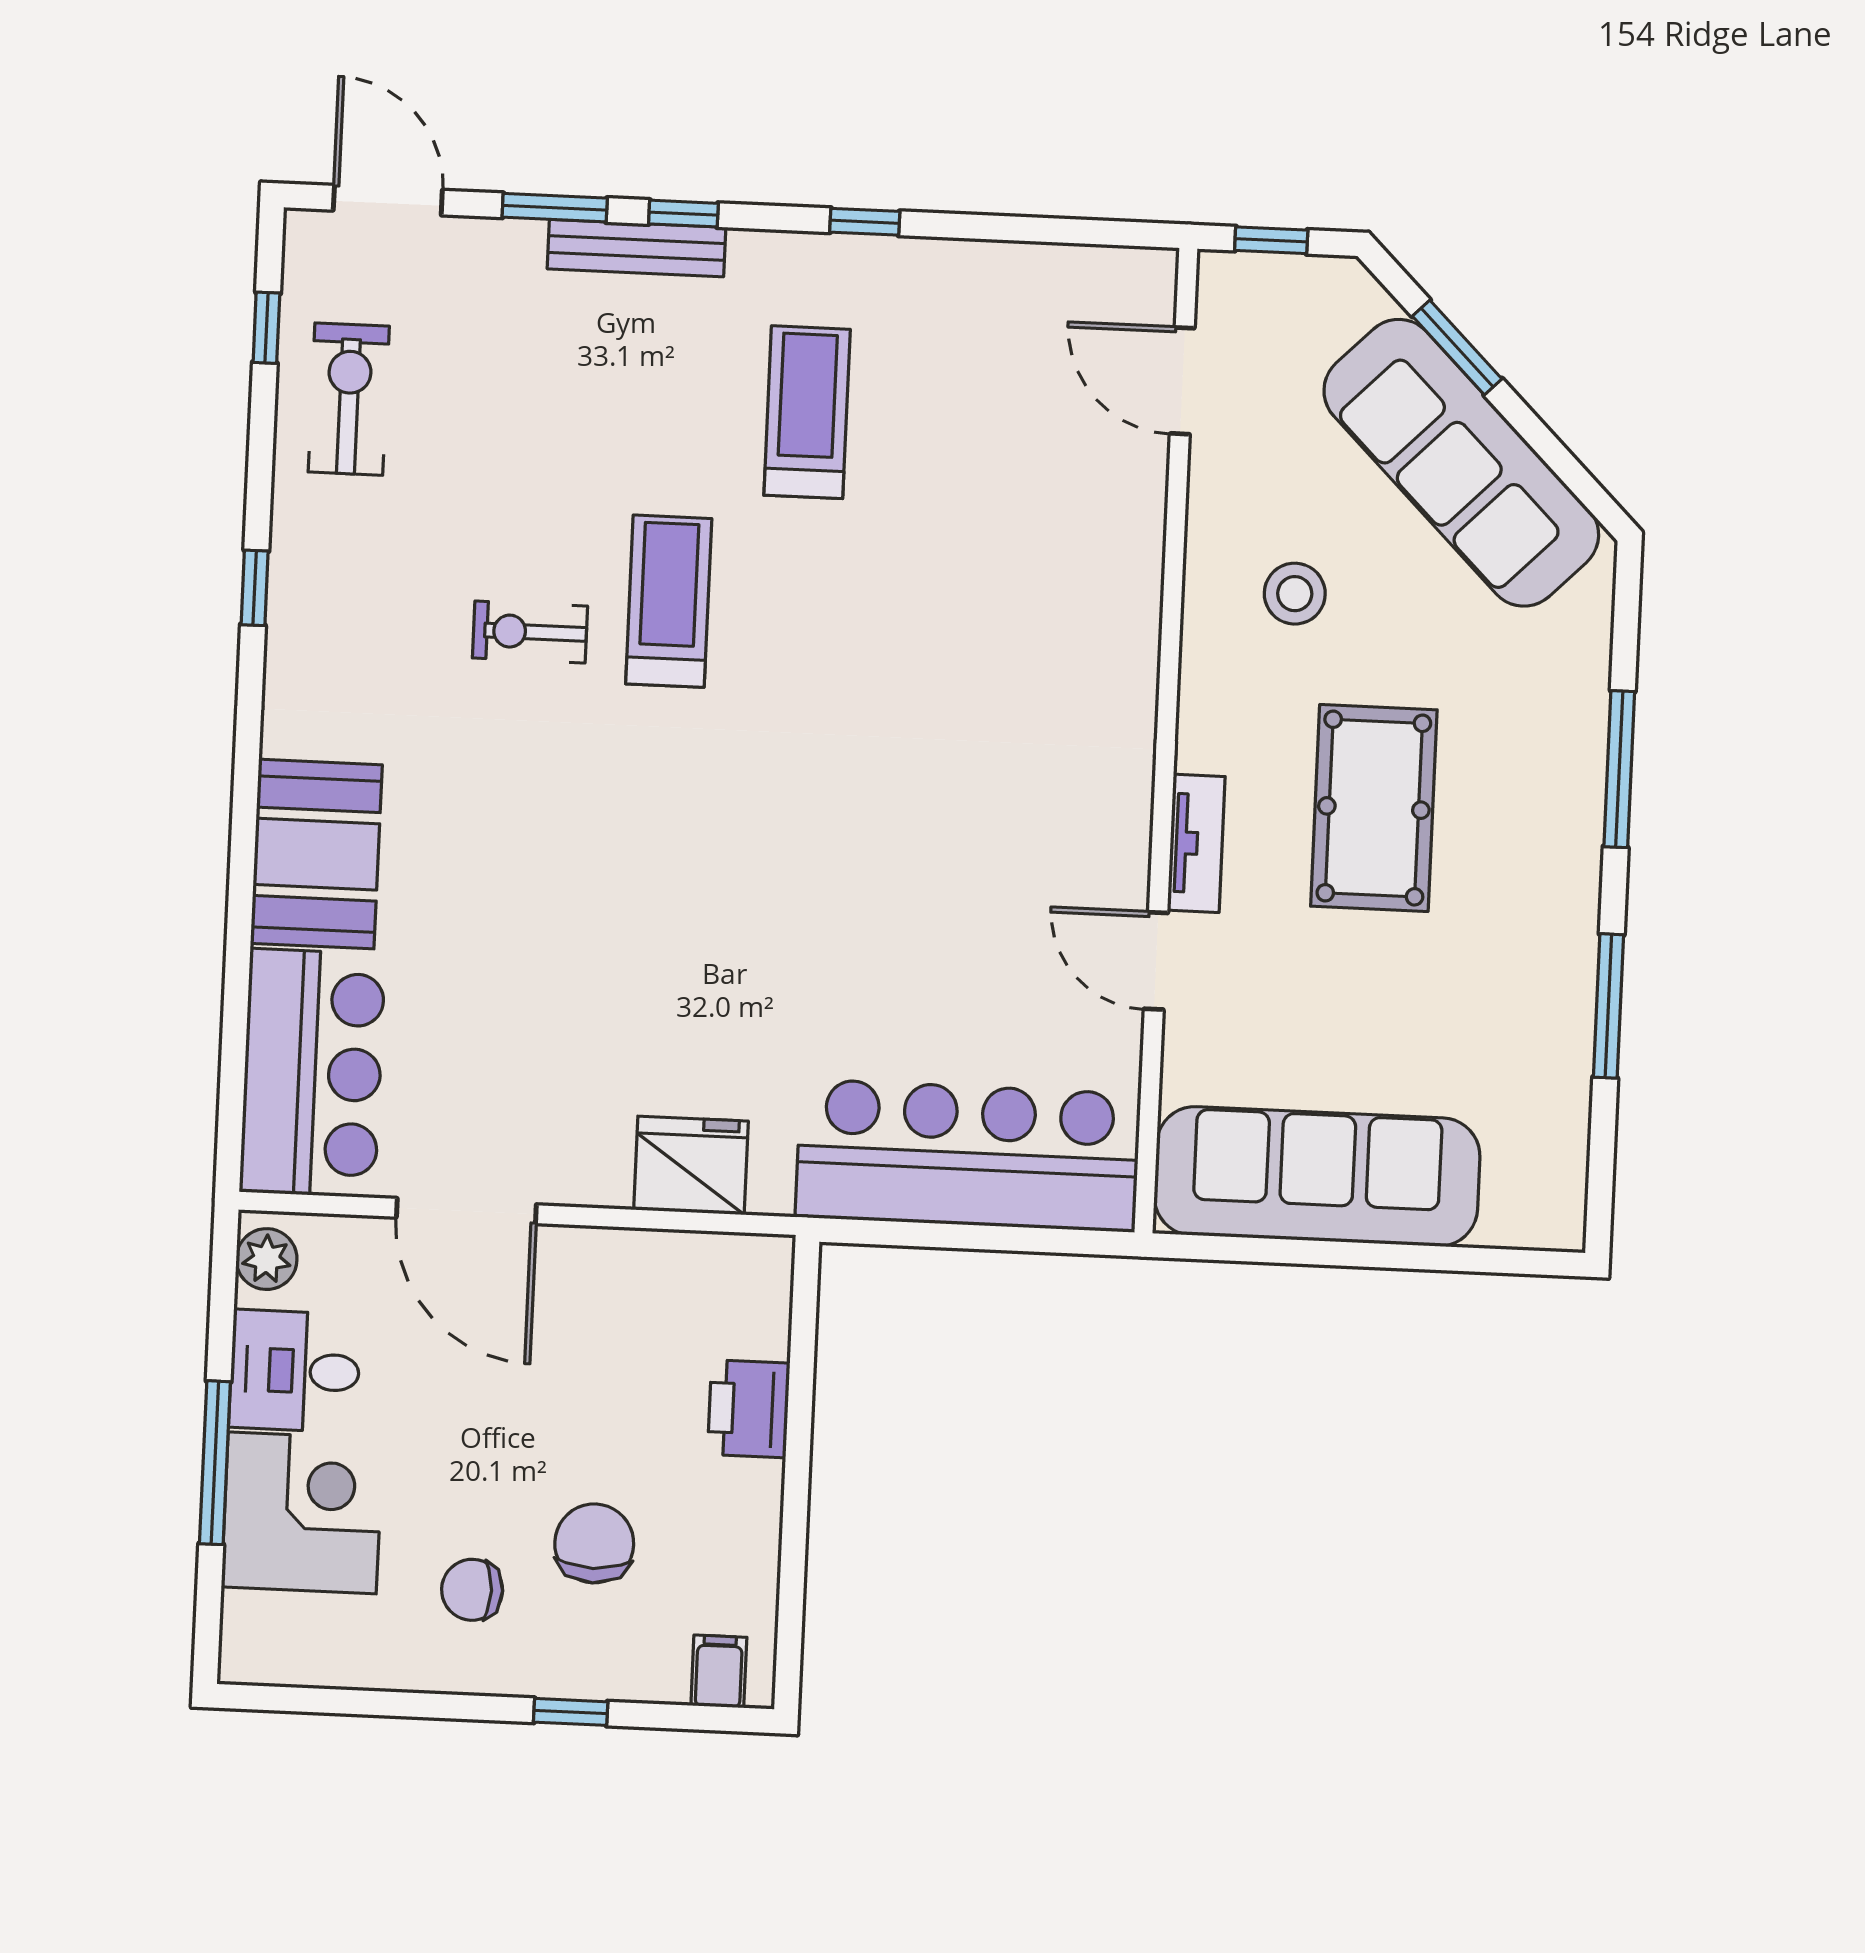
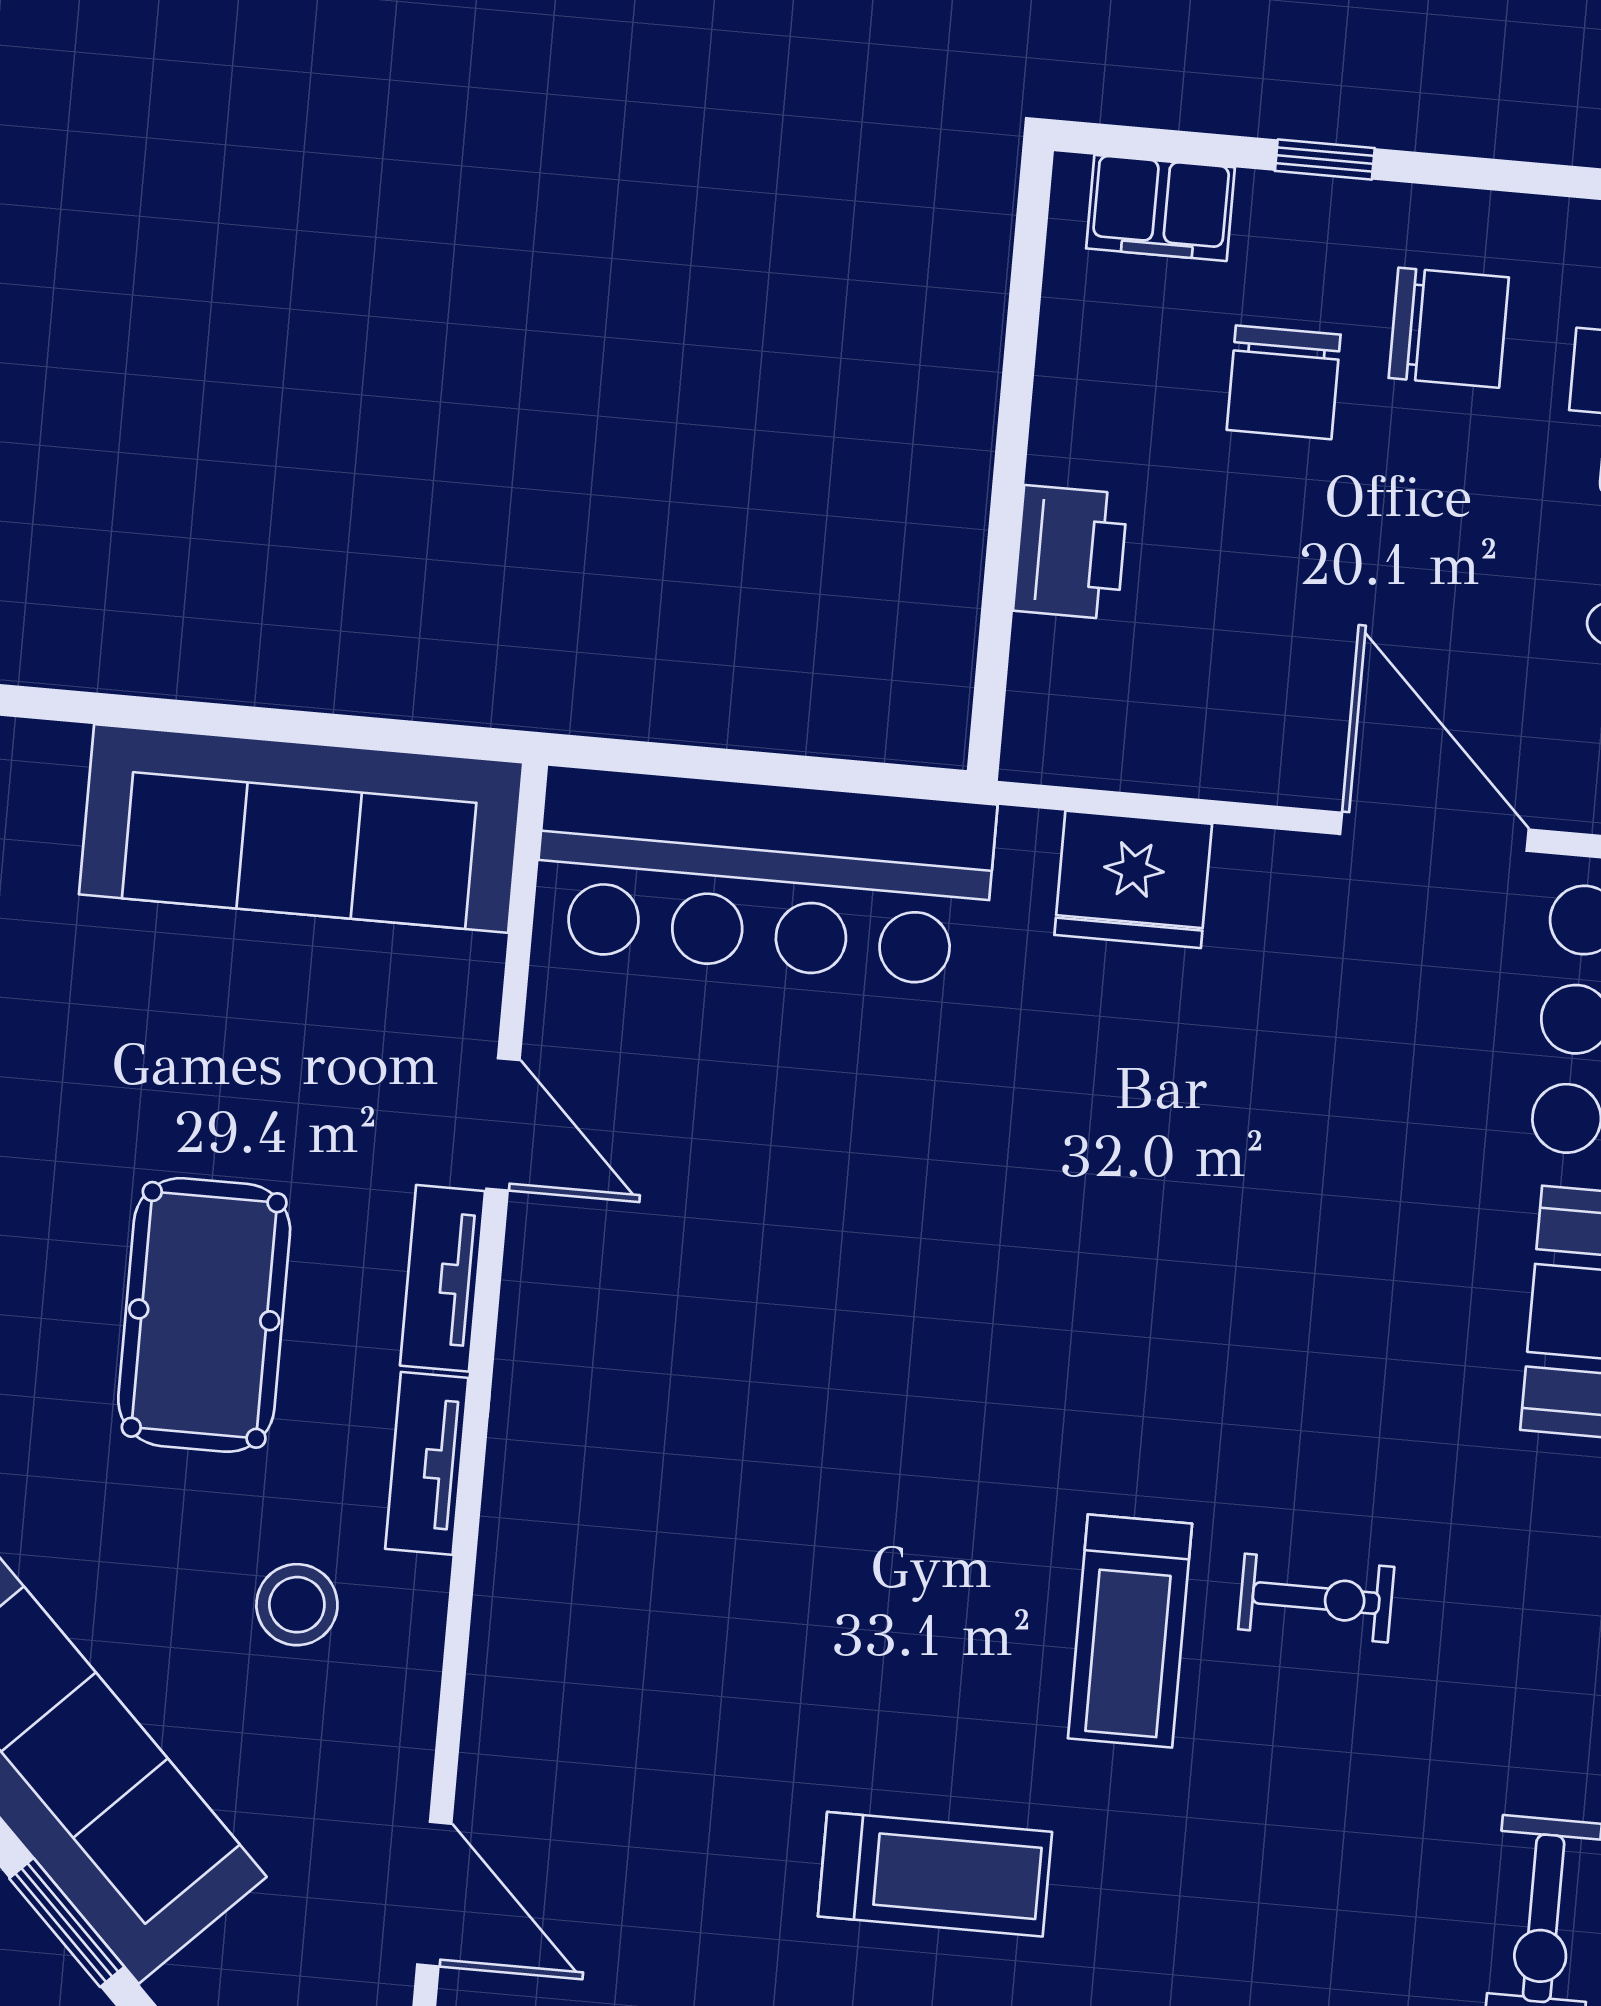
treadmill: (807, 412) -> (935, 1874), turned -90
tv unit: (1202, 704) -> (427, 1463), added
chair: (472, 1590) -> (1449, 328), width x1.37, depth x1.37
filing cabinet: (719, 1671) -> (1160, 208), width x2.00

